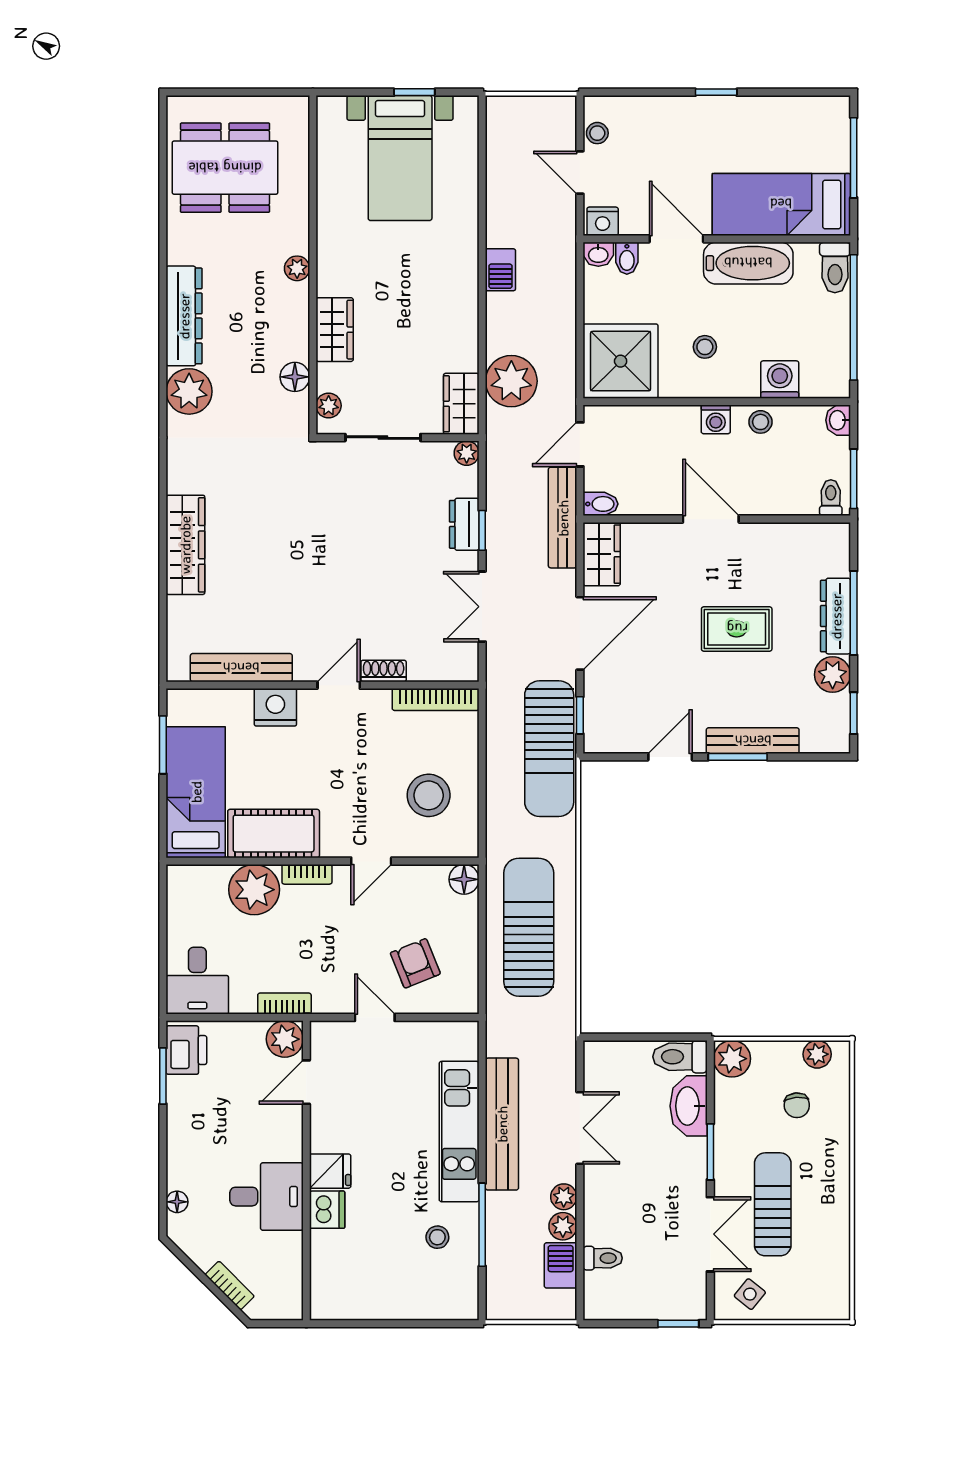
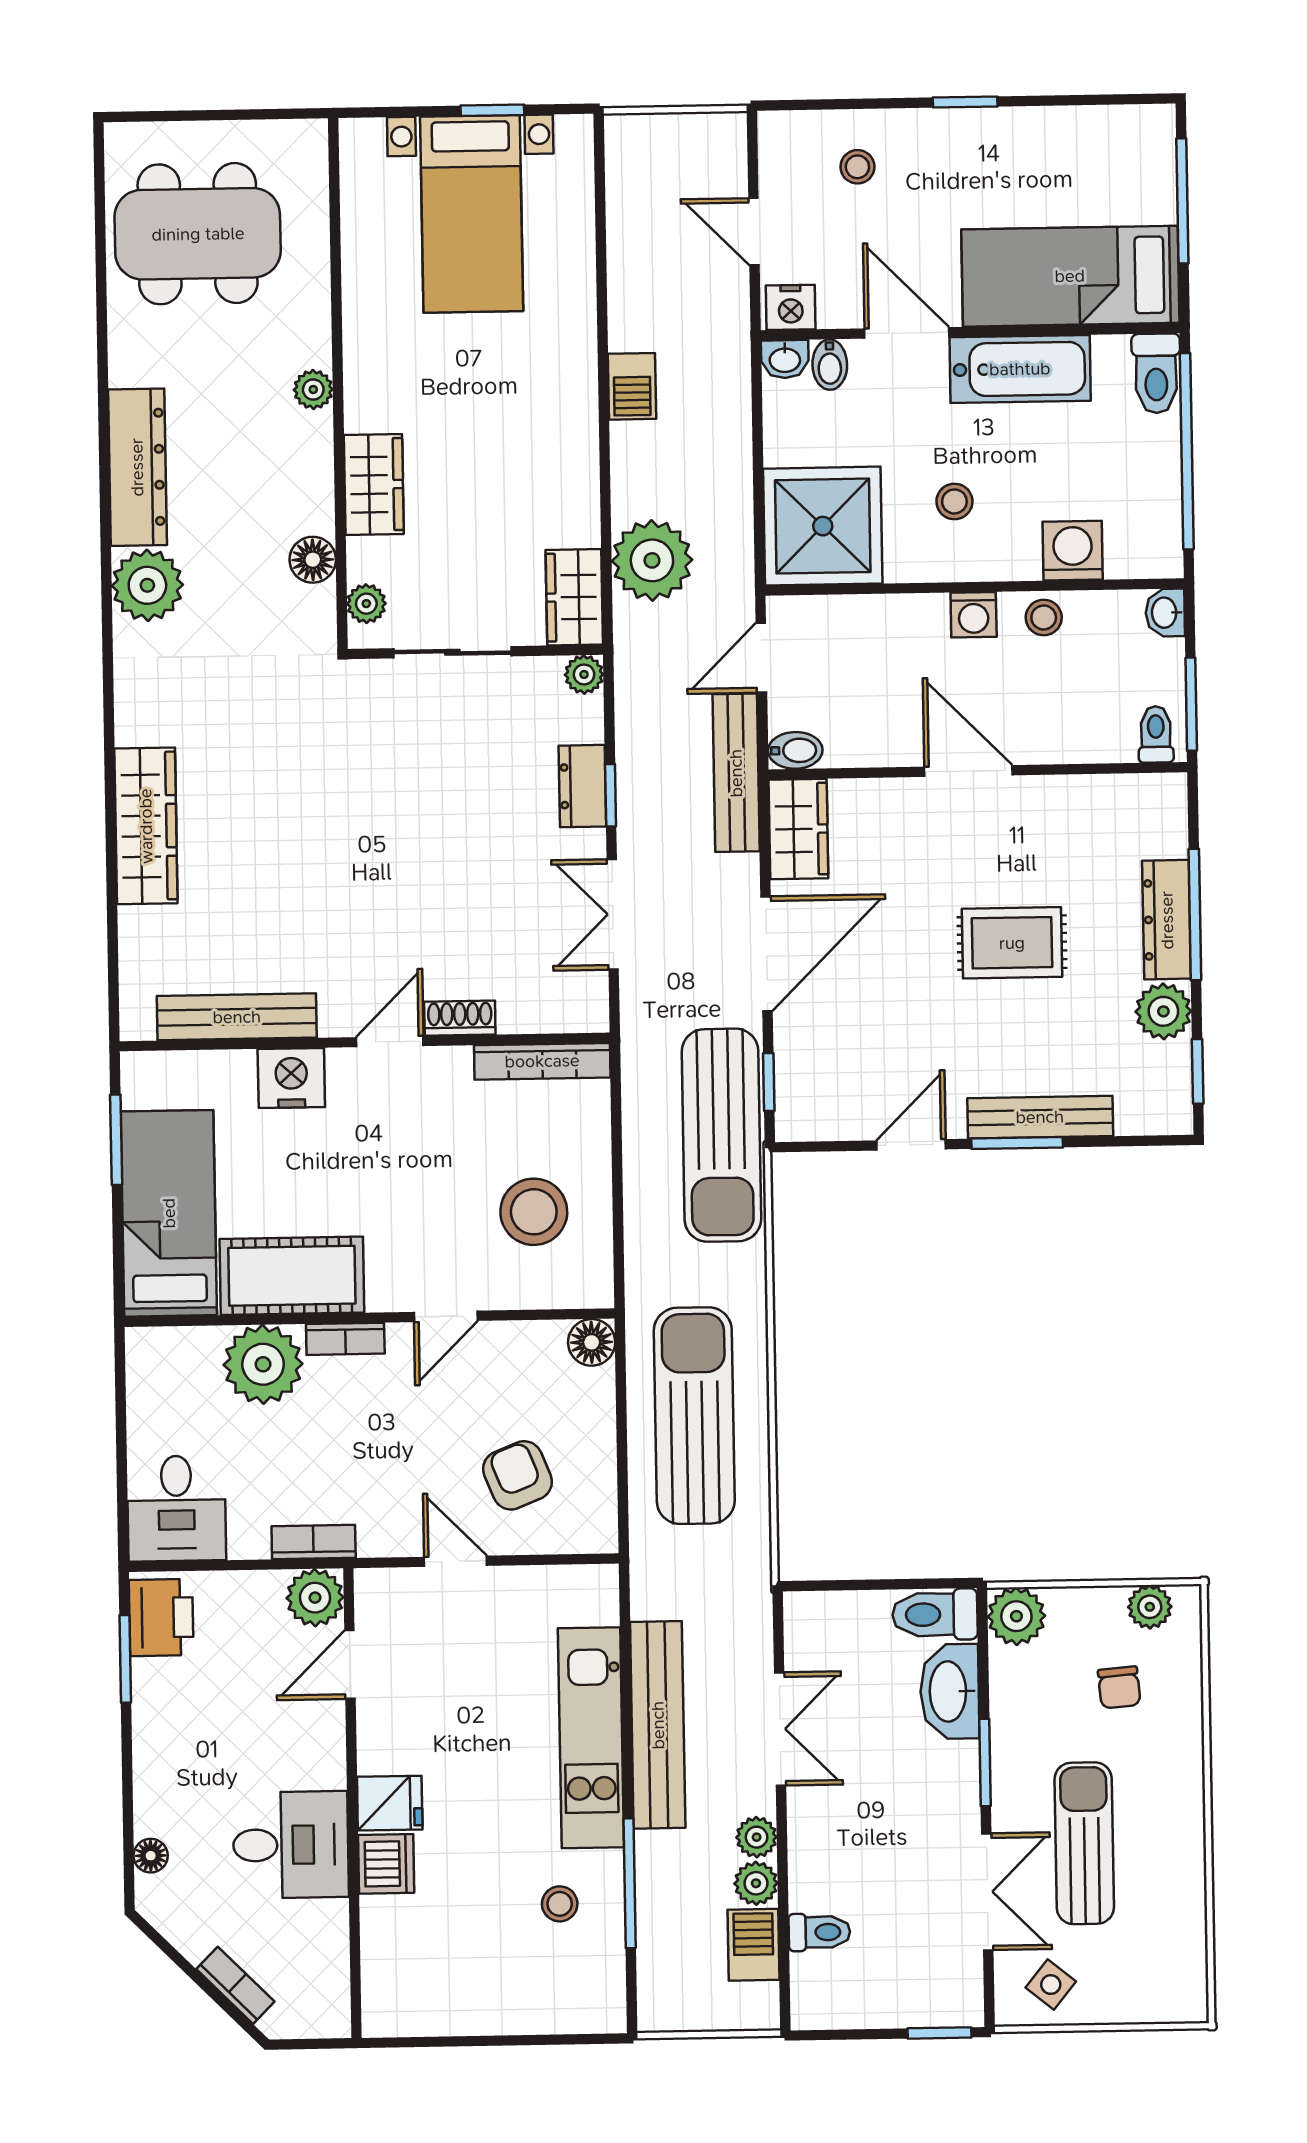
stool: (597, 133) -> (857, 167), moved

